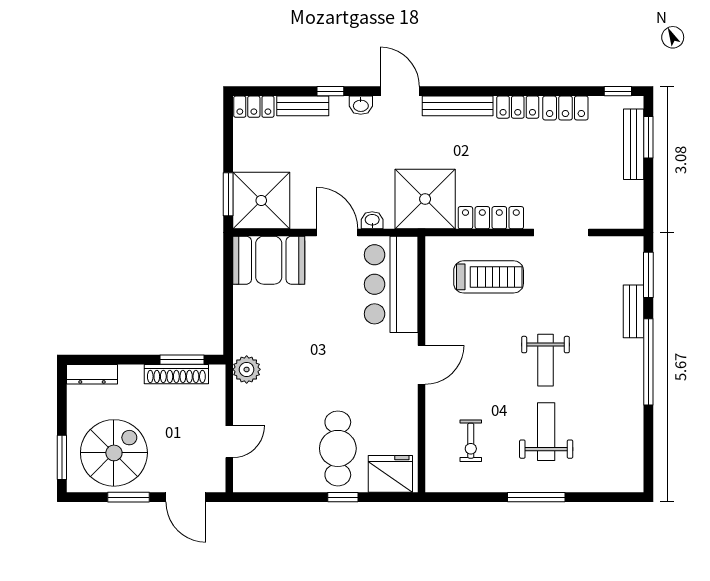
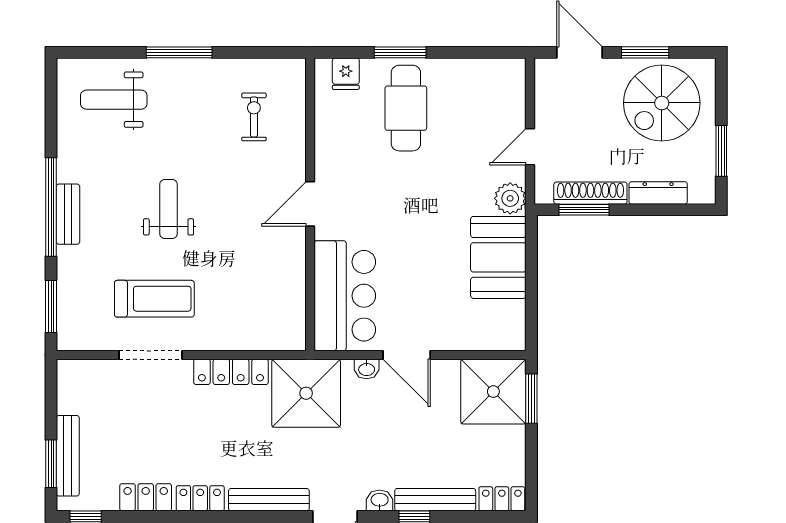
bench: (303, 106) -> (435, 500), width x1.36
booth: (269, 260) -> (498, 257), moved, turned 90
treadmill: (489, 277) -> (154, 299), moved, turned 180
bench: (633, 311) -> (68, 214), moved
dresser: (92, 374) -> (658, 193), moved
weight bench: (546, 432) -> (114, 100), moved, turned 90
door: (229, 442) -> (530, 147), moved
window: (62, 457) -> (721, 151), moved
fridge: (390, 474) -> (346, 74), width x0.53, depth x0.75
window: (343, 497) -> (400, 52), width x1.50

